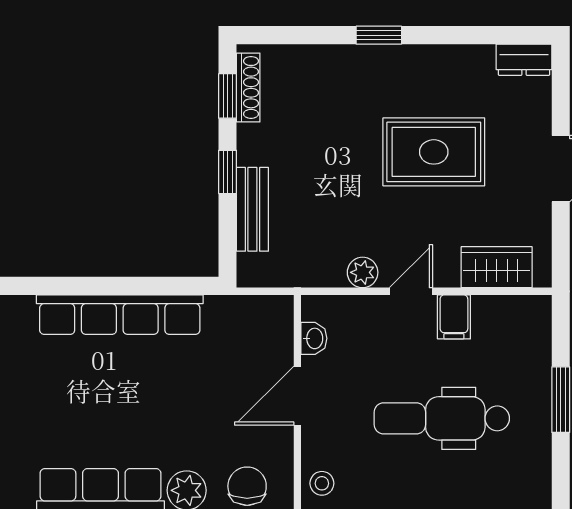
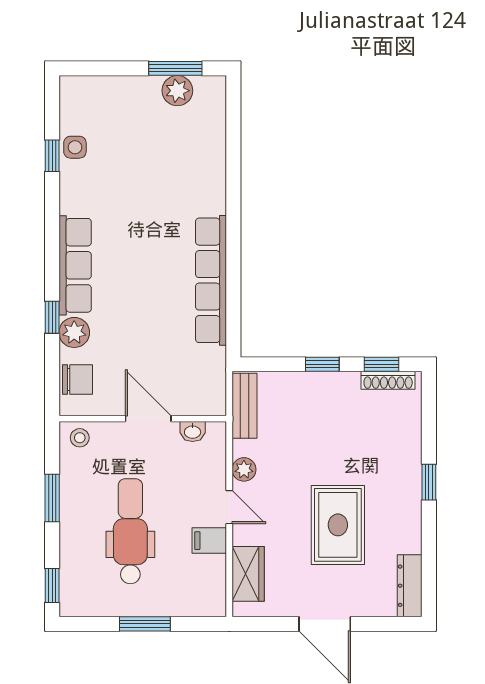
dresser: (524, 60) -> (410, 586), width x1.44
bench: (252, 209) -> (245, 406), moved, turned 90

